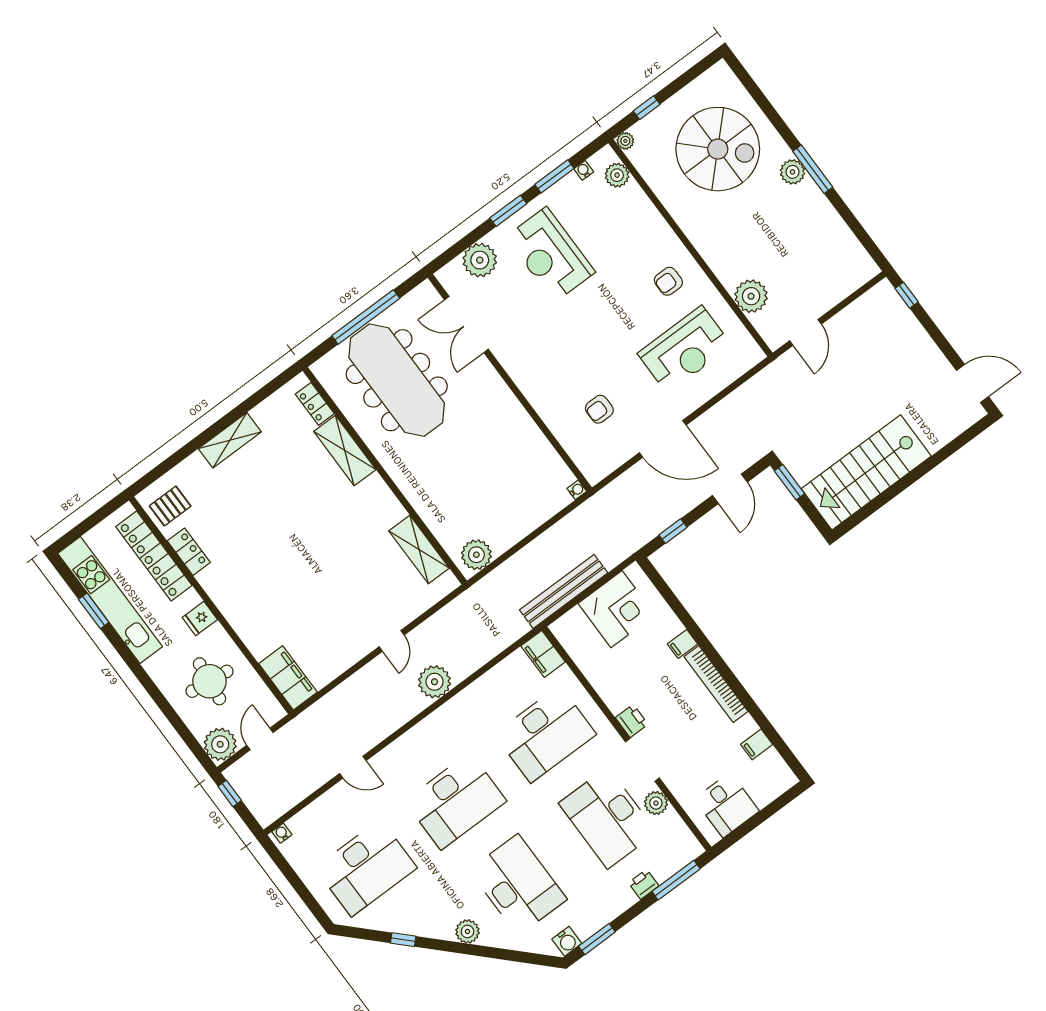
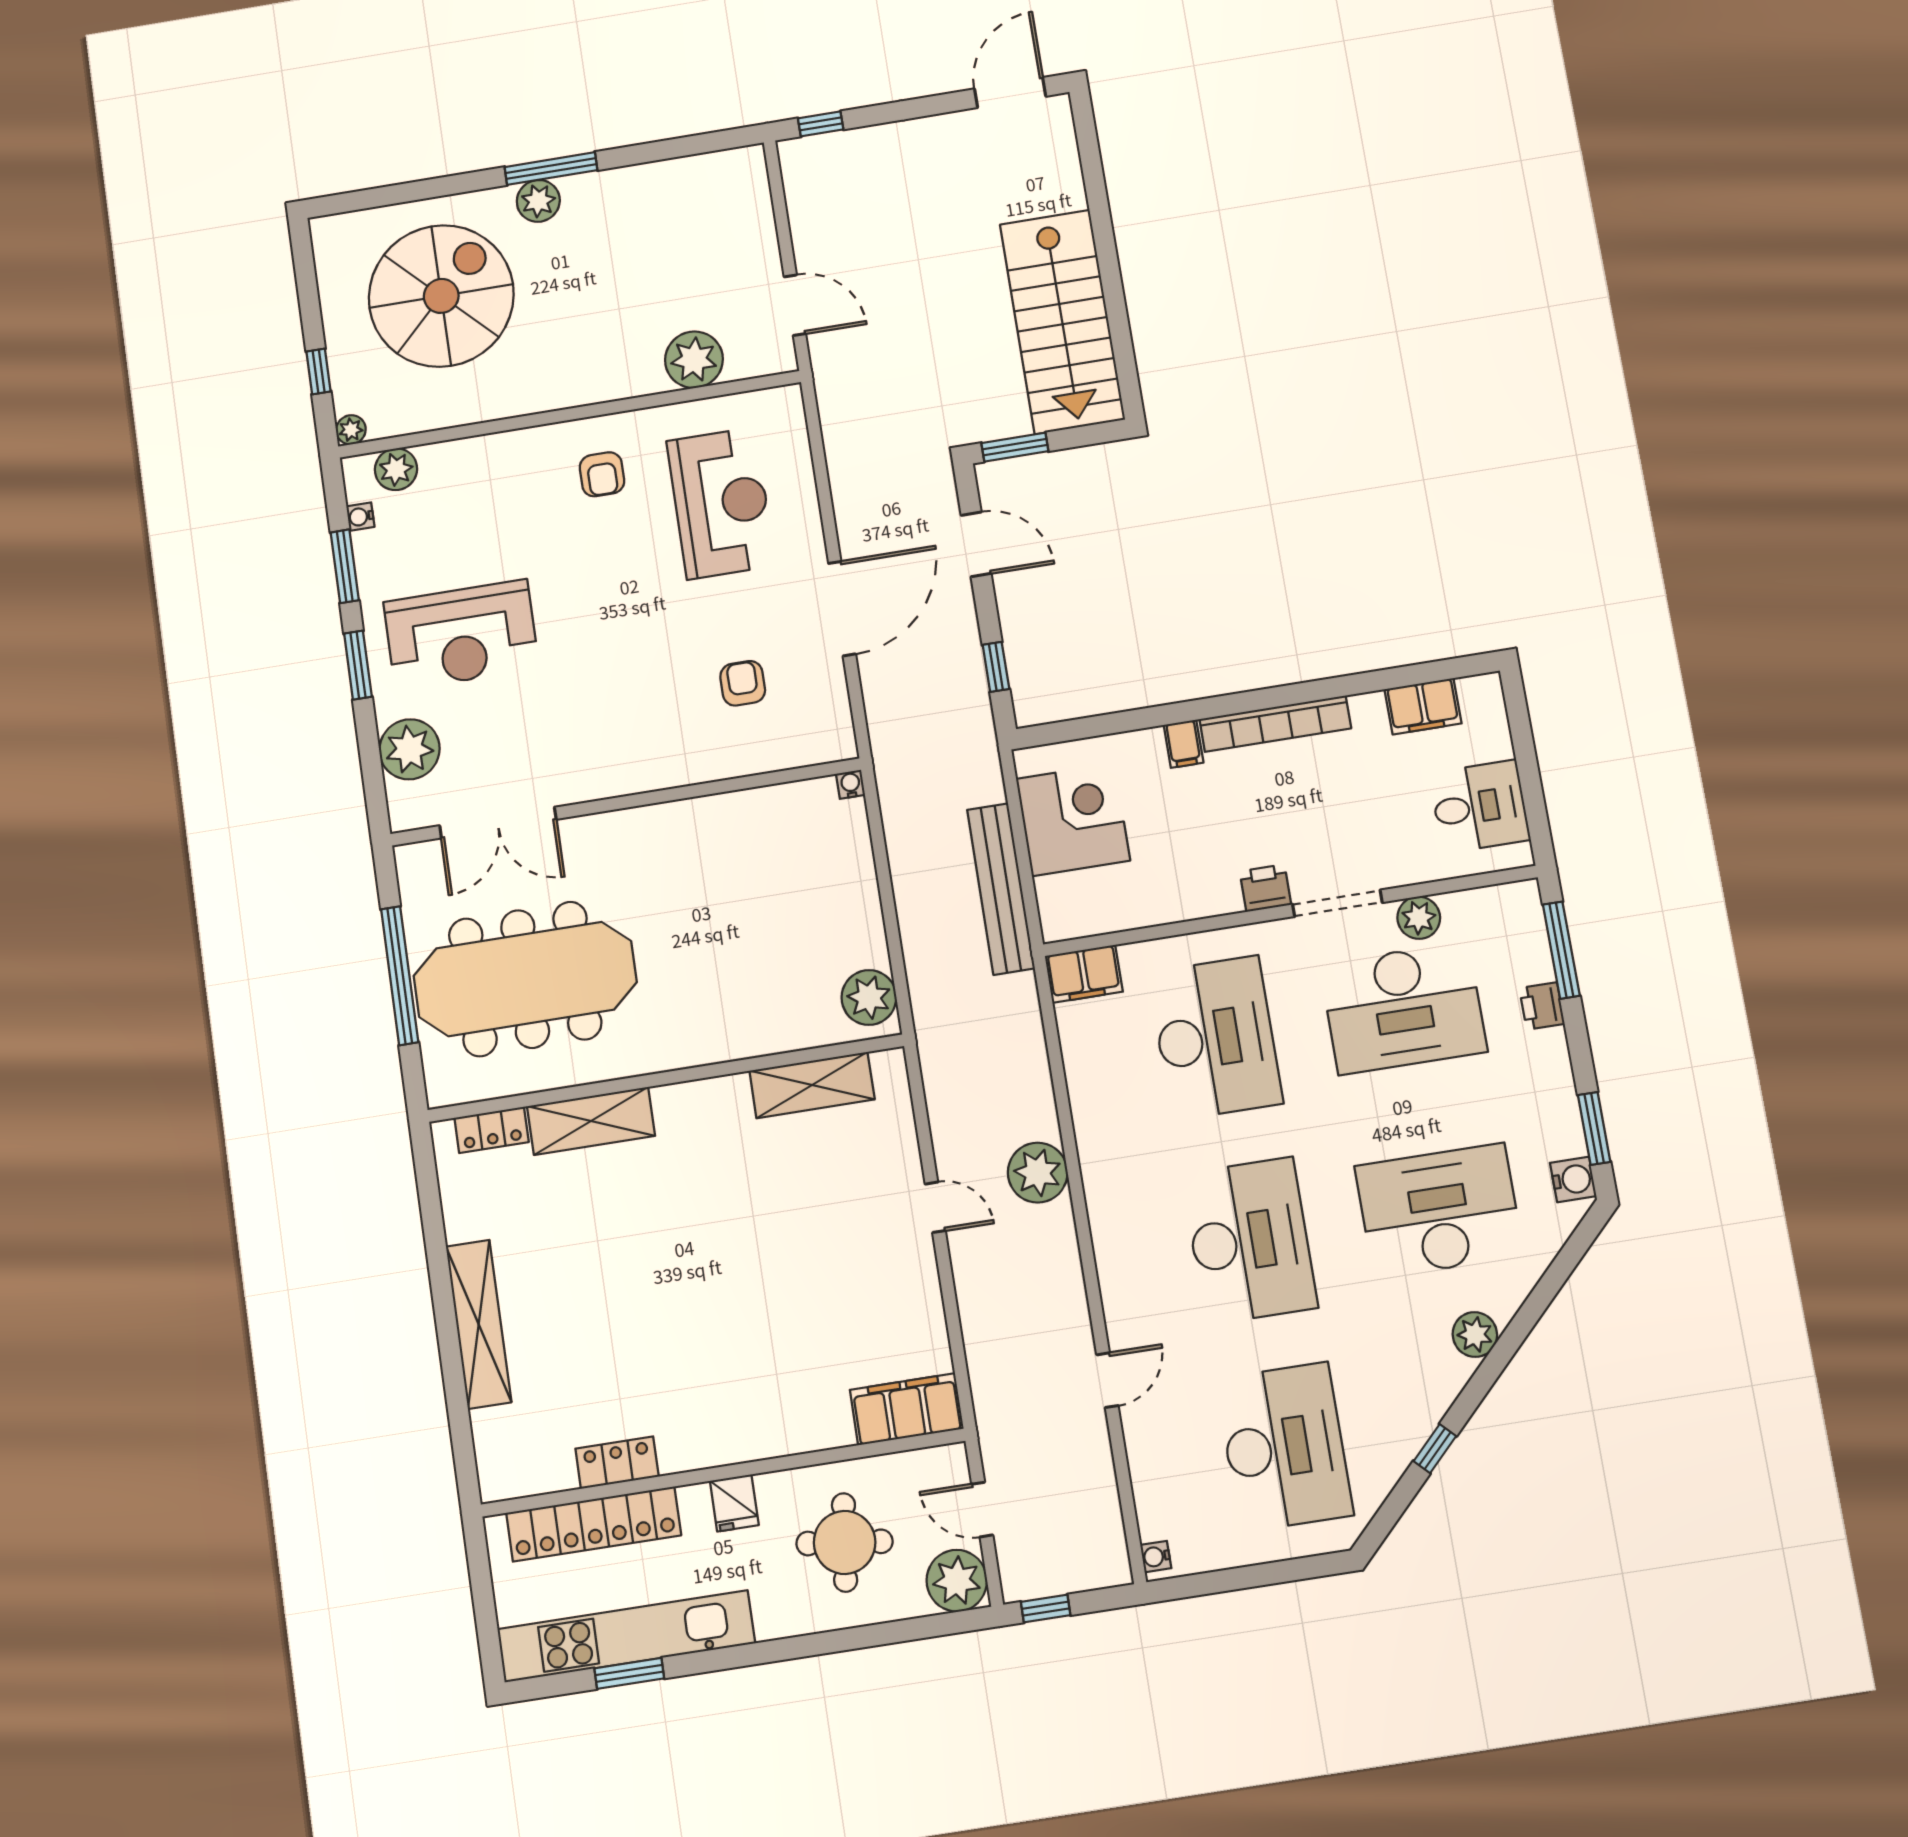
armchair: (599, 409) -> (743, 683), turned 180
shelving: (230, 440) -> (479, 1324), width x1.47
pallet: (170, 506) -> (528, 1453), removed
filing cabinet: (757, 744) -> (1423, 706), width x2.00

